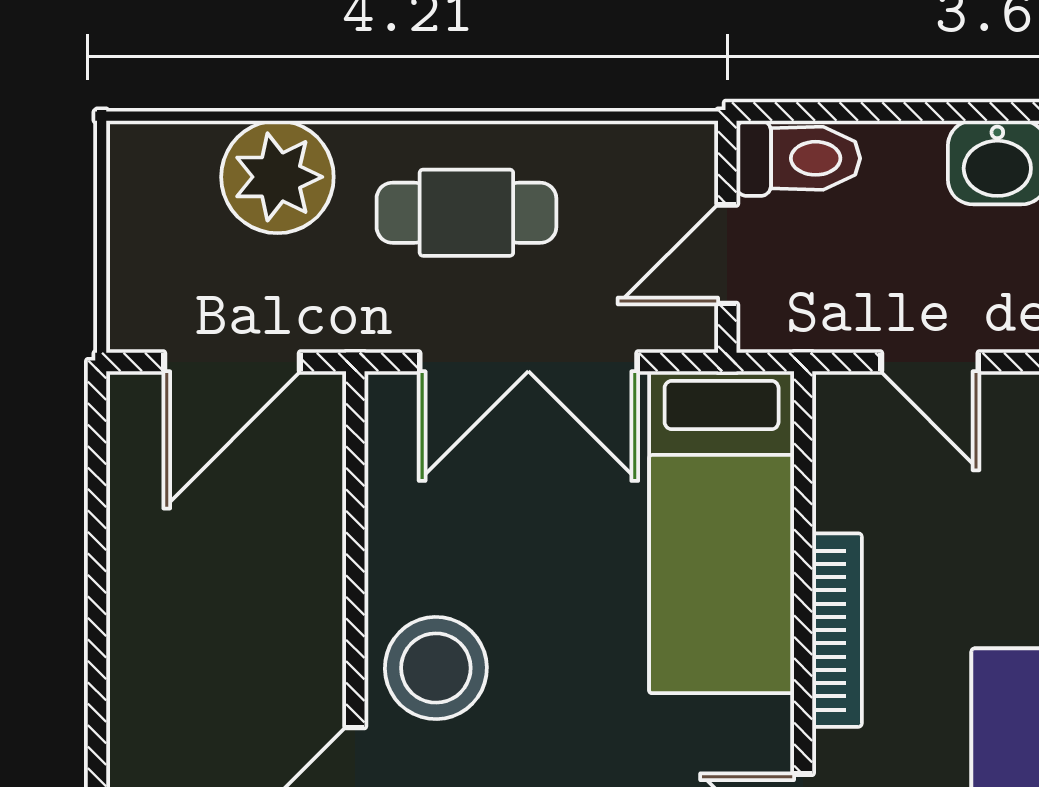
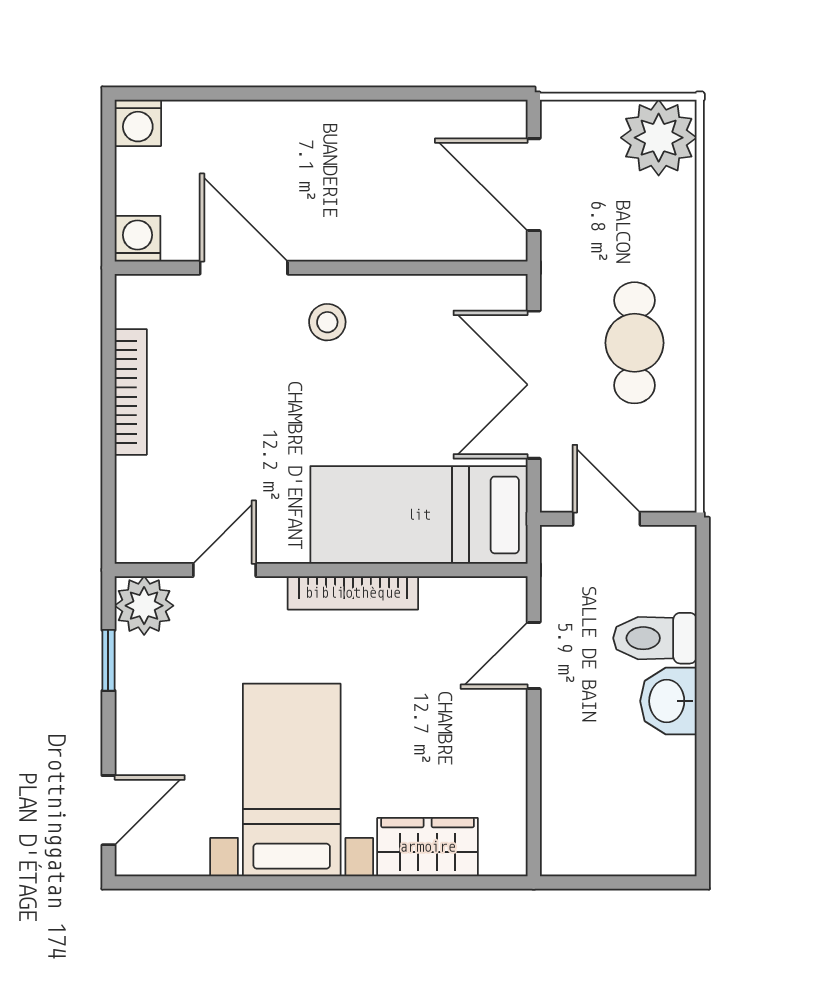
toilet: (798, 158) -> (655, 638), moved, turned 90
plant: (277, 177) -> (659, 138), moved
stool: (436, 668) -> (327, 322), width x0.53, depth x0.53

